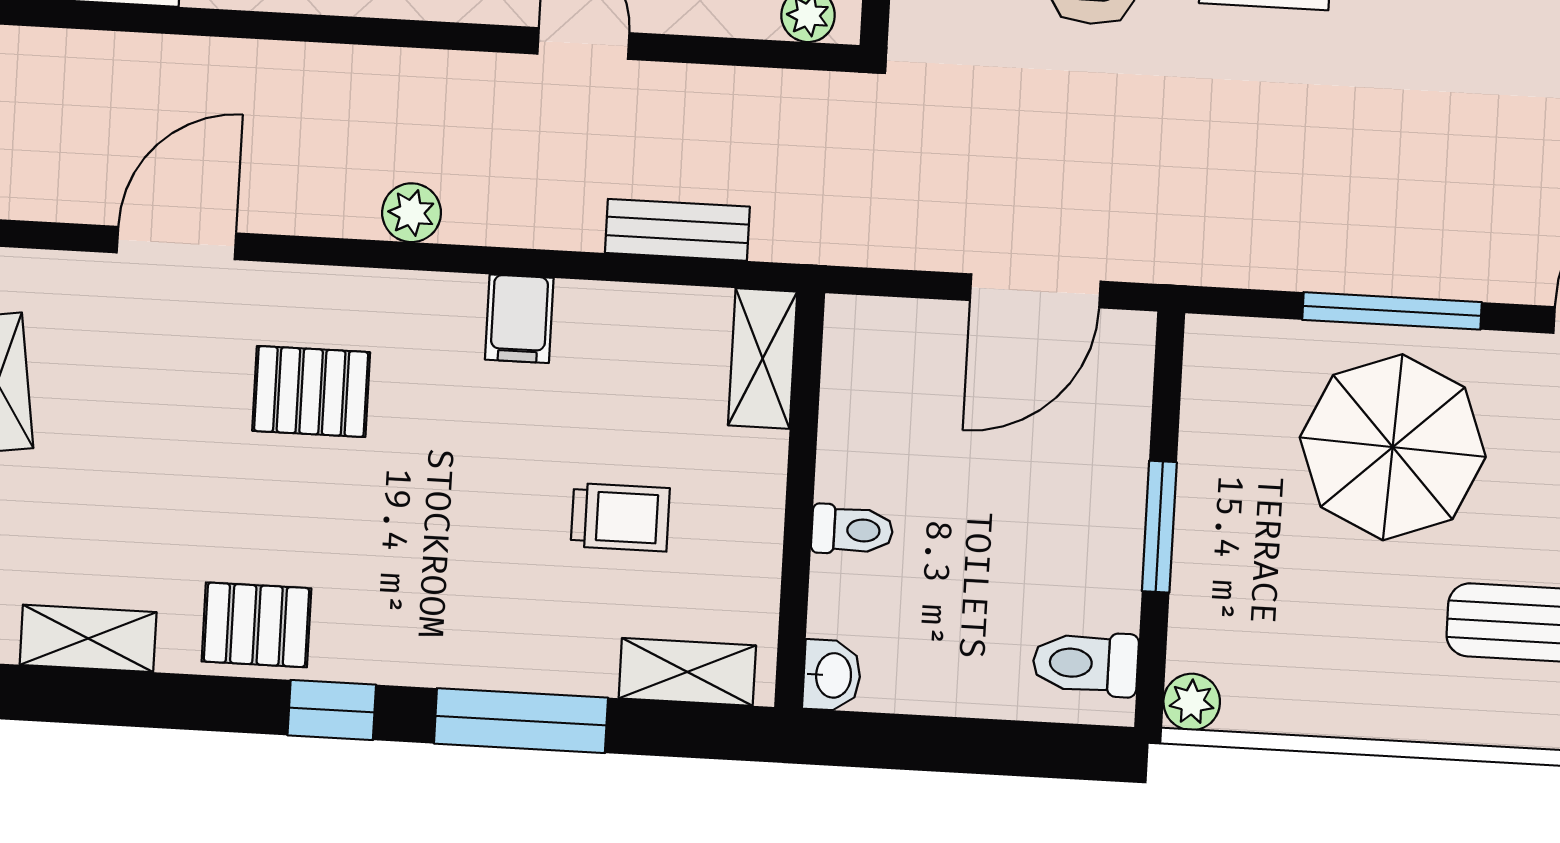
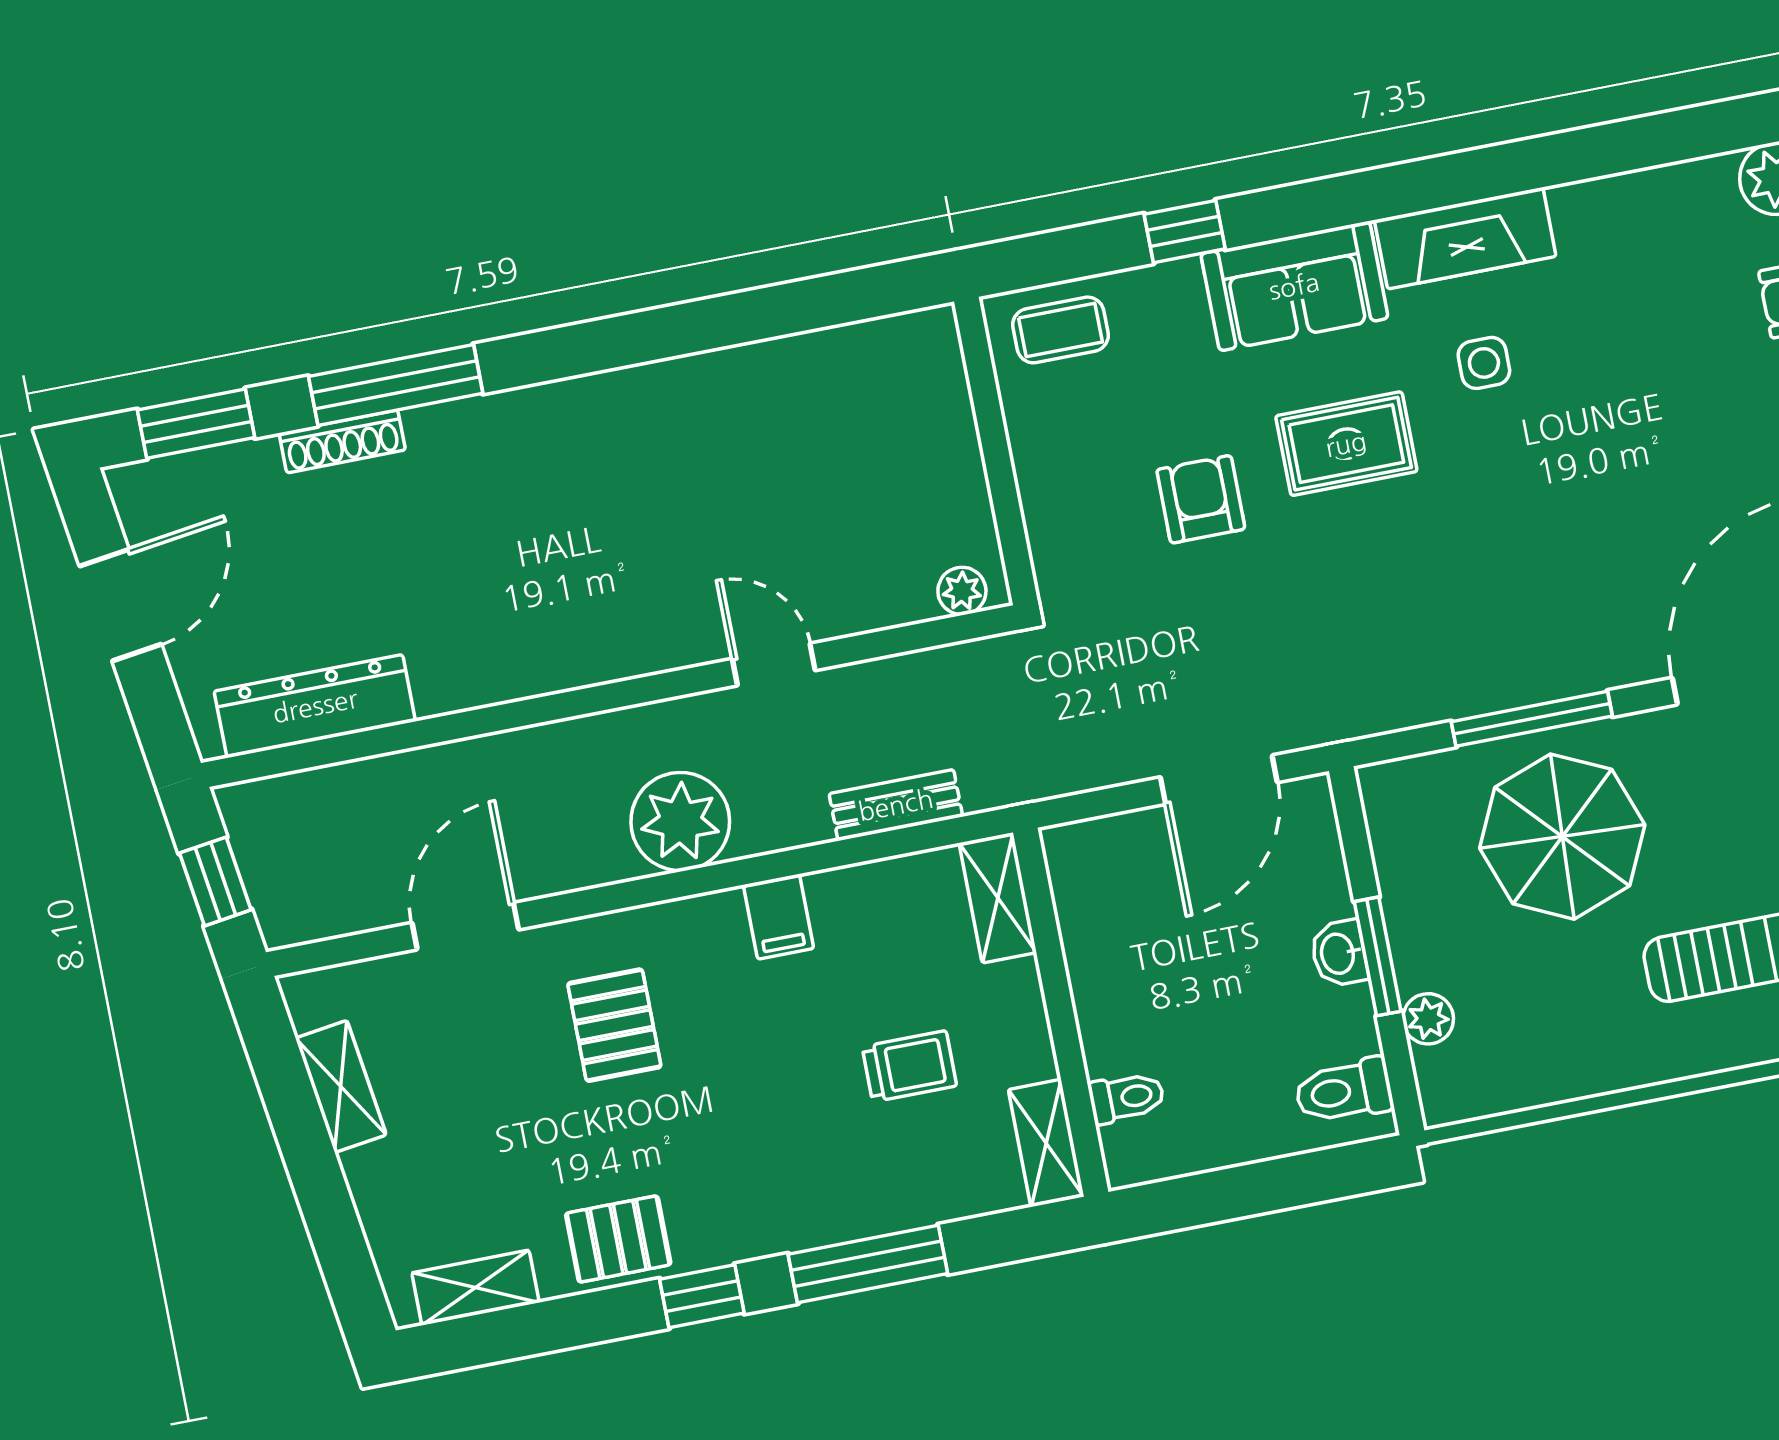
plant: (412, 213) -> (680, 822), width x1.87, depth x1.87
pallet: (311, 392) -> (614, 1025), turned 90
toilet: (852, 530) -> (1127, 1098), moved
shelving: (687, 672) -> (1046, 1143), moved, turned 90
washbasin: (832, 675) -> (1339, 953), moved, turned 180
plant: (1192, 702) -> (1428, 1019), moved

